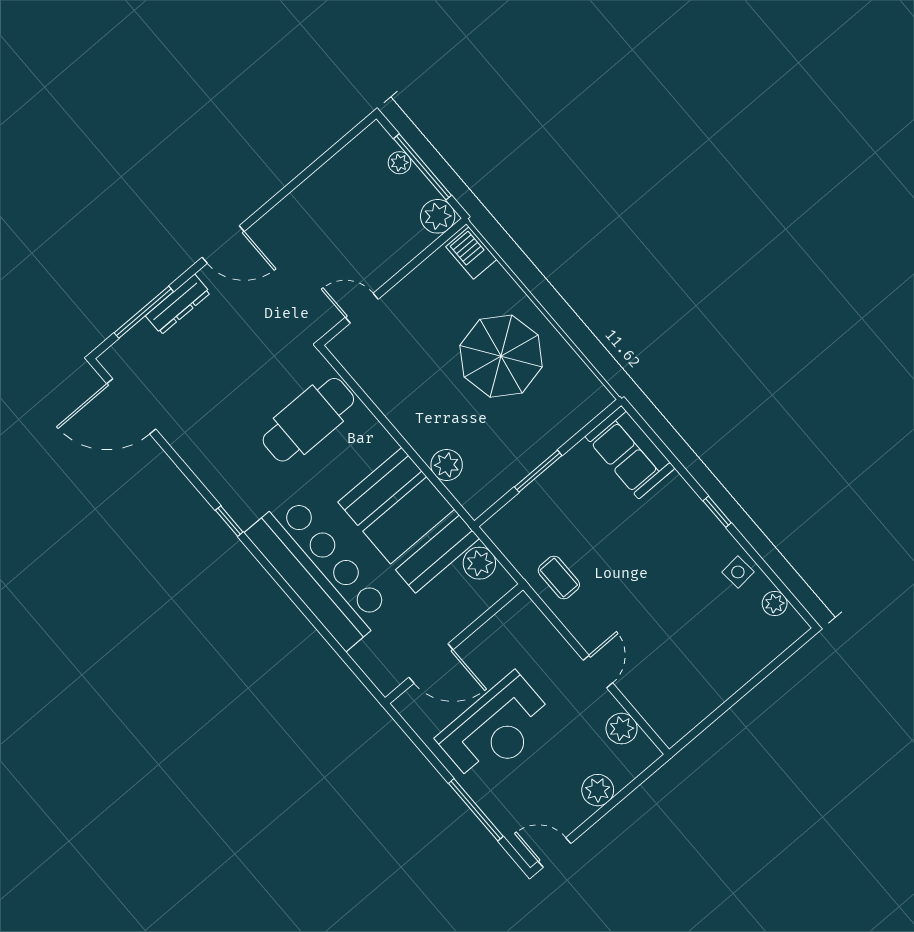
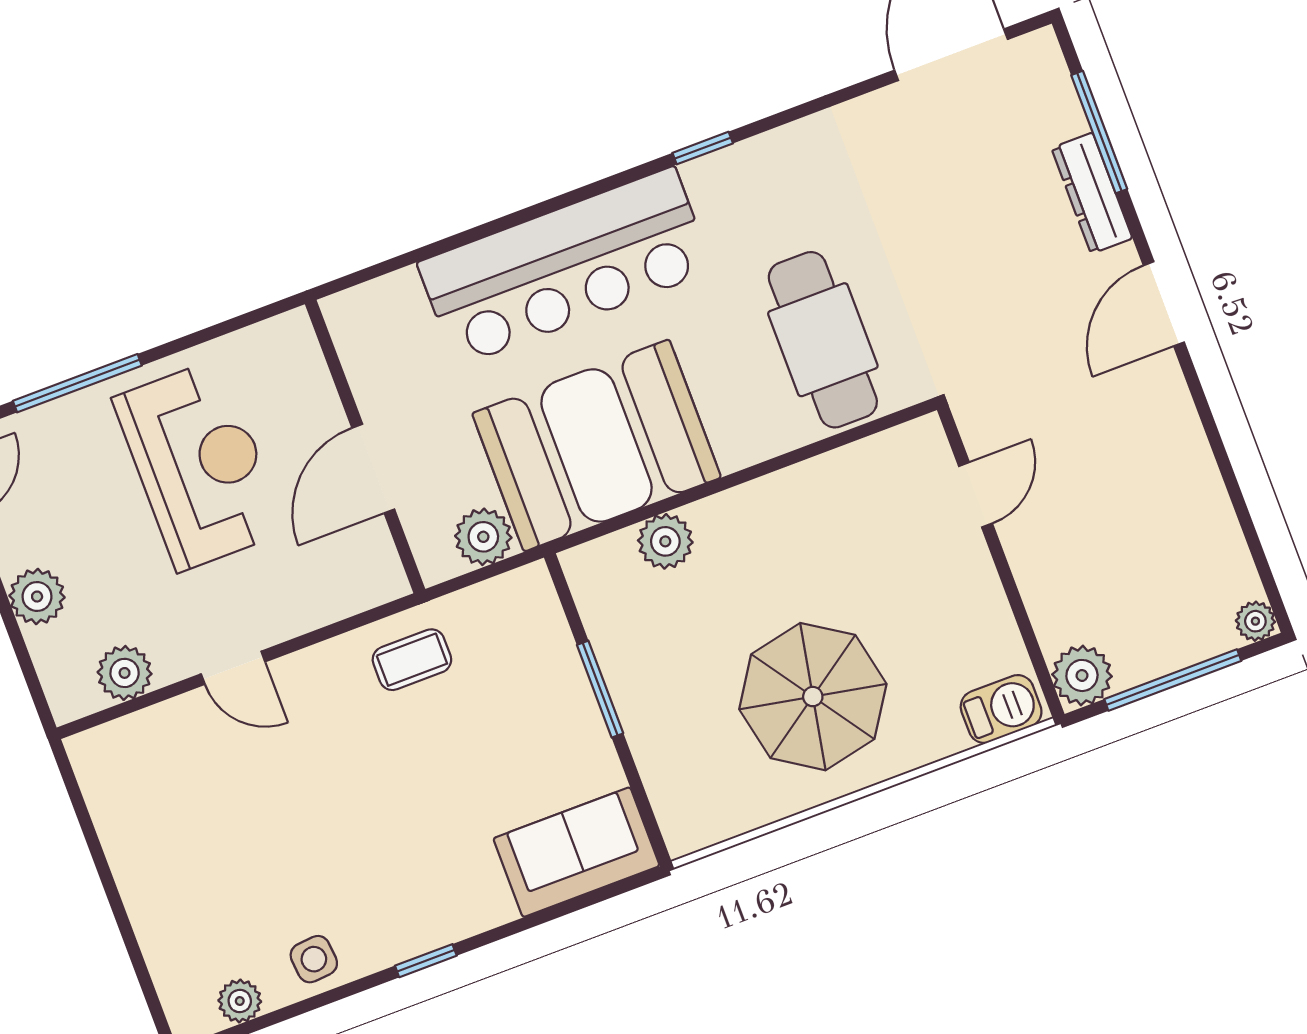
plant: (400, 163) -> (1255, 621), moved
door: (431, 664) -> (373, 469), moved
reception desk: (496, 729) -> (199, 465), turned 180

